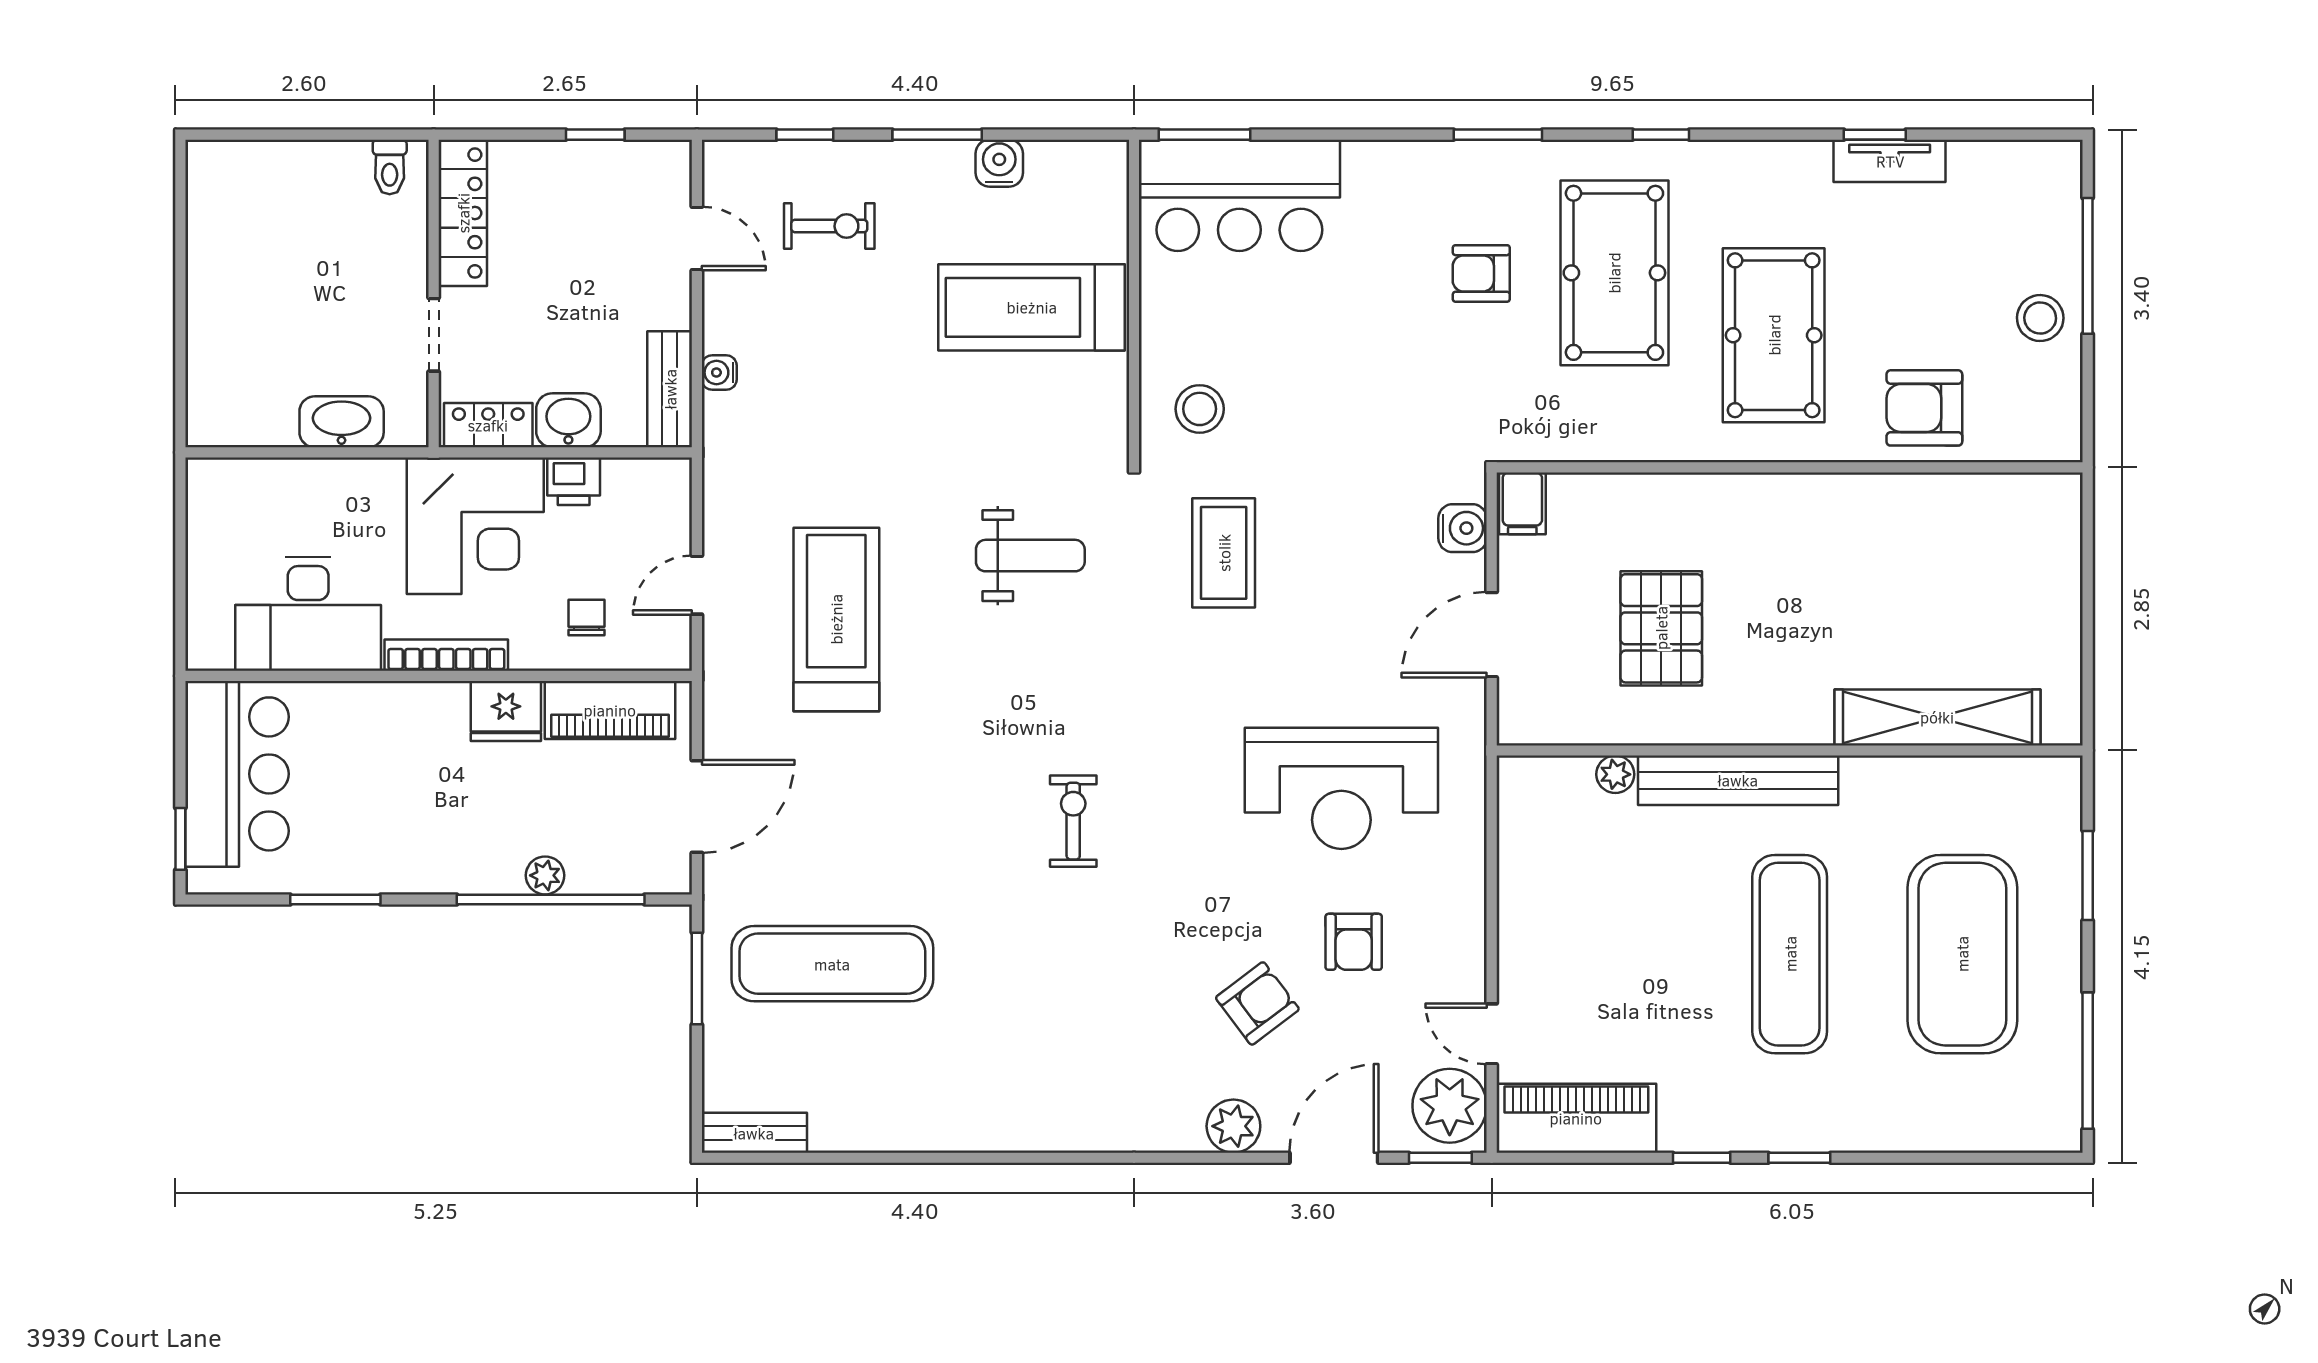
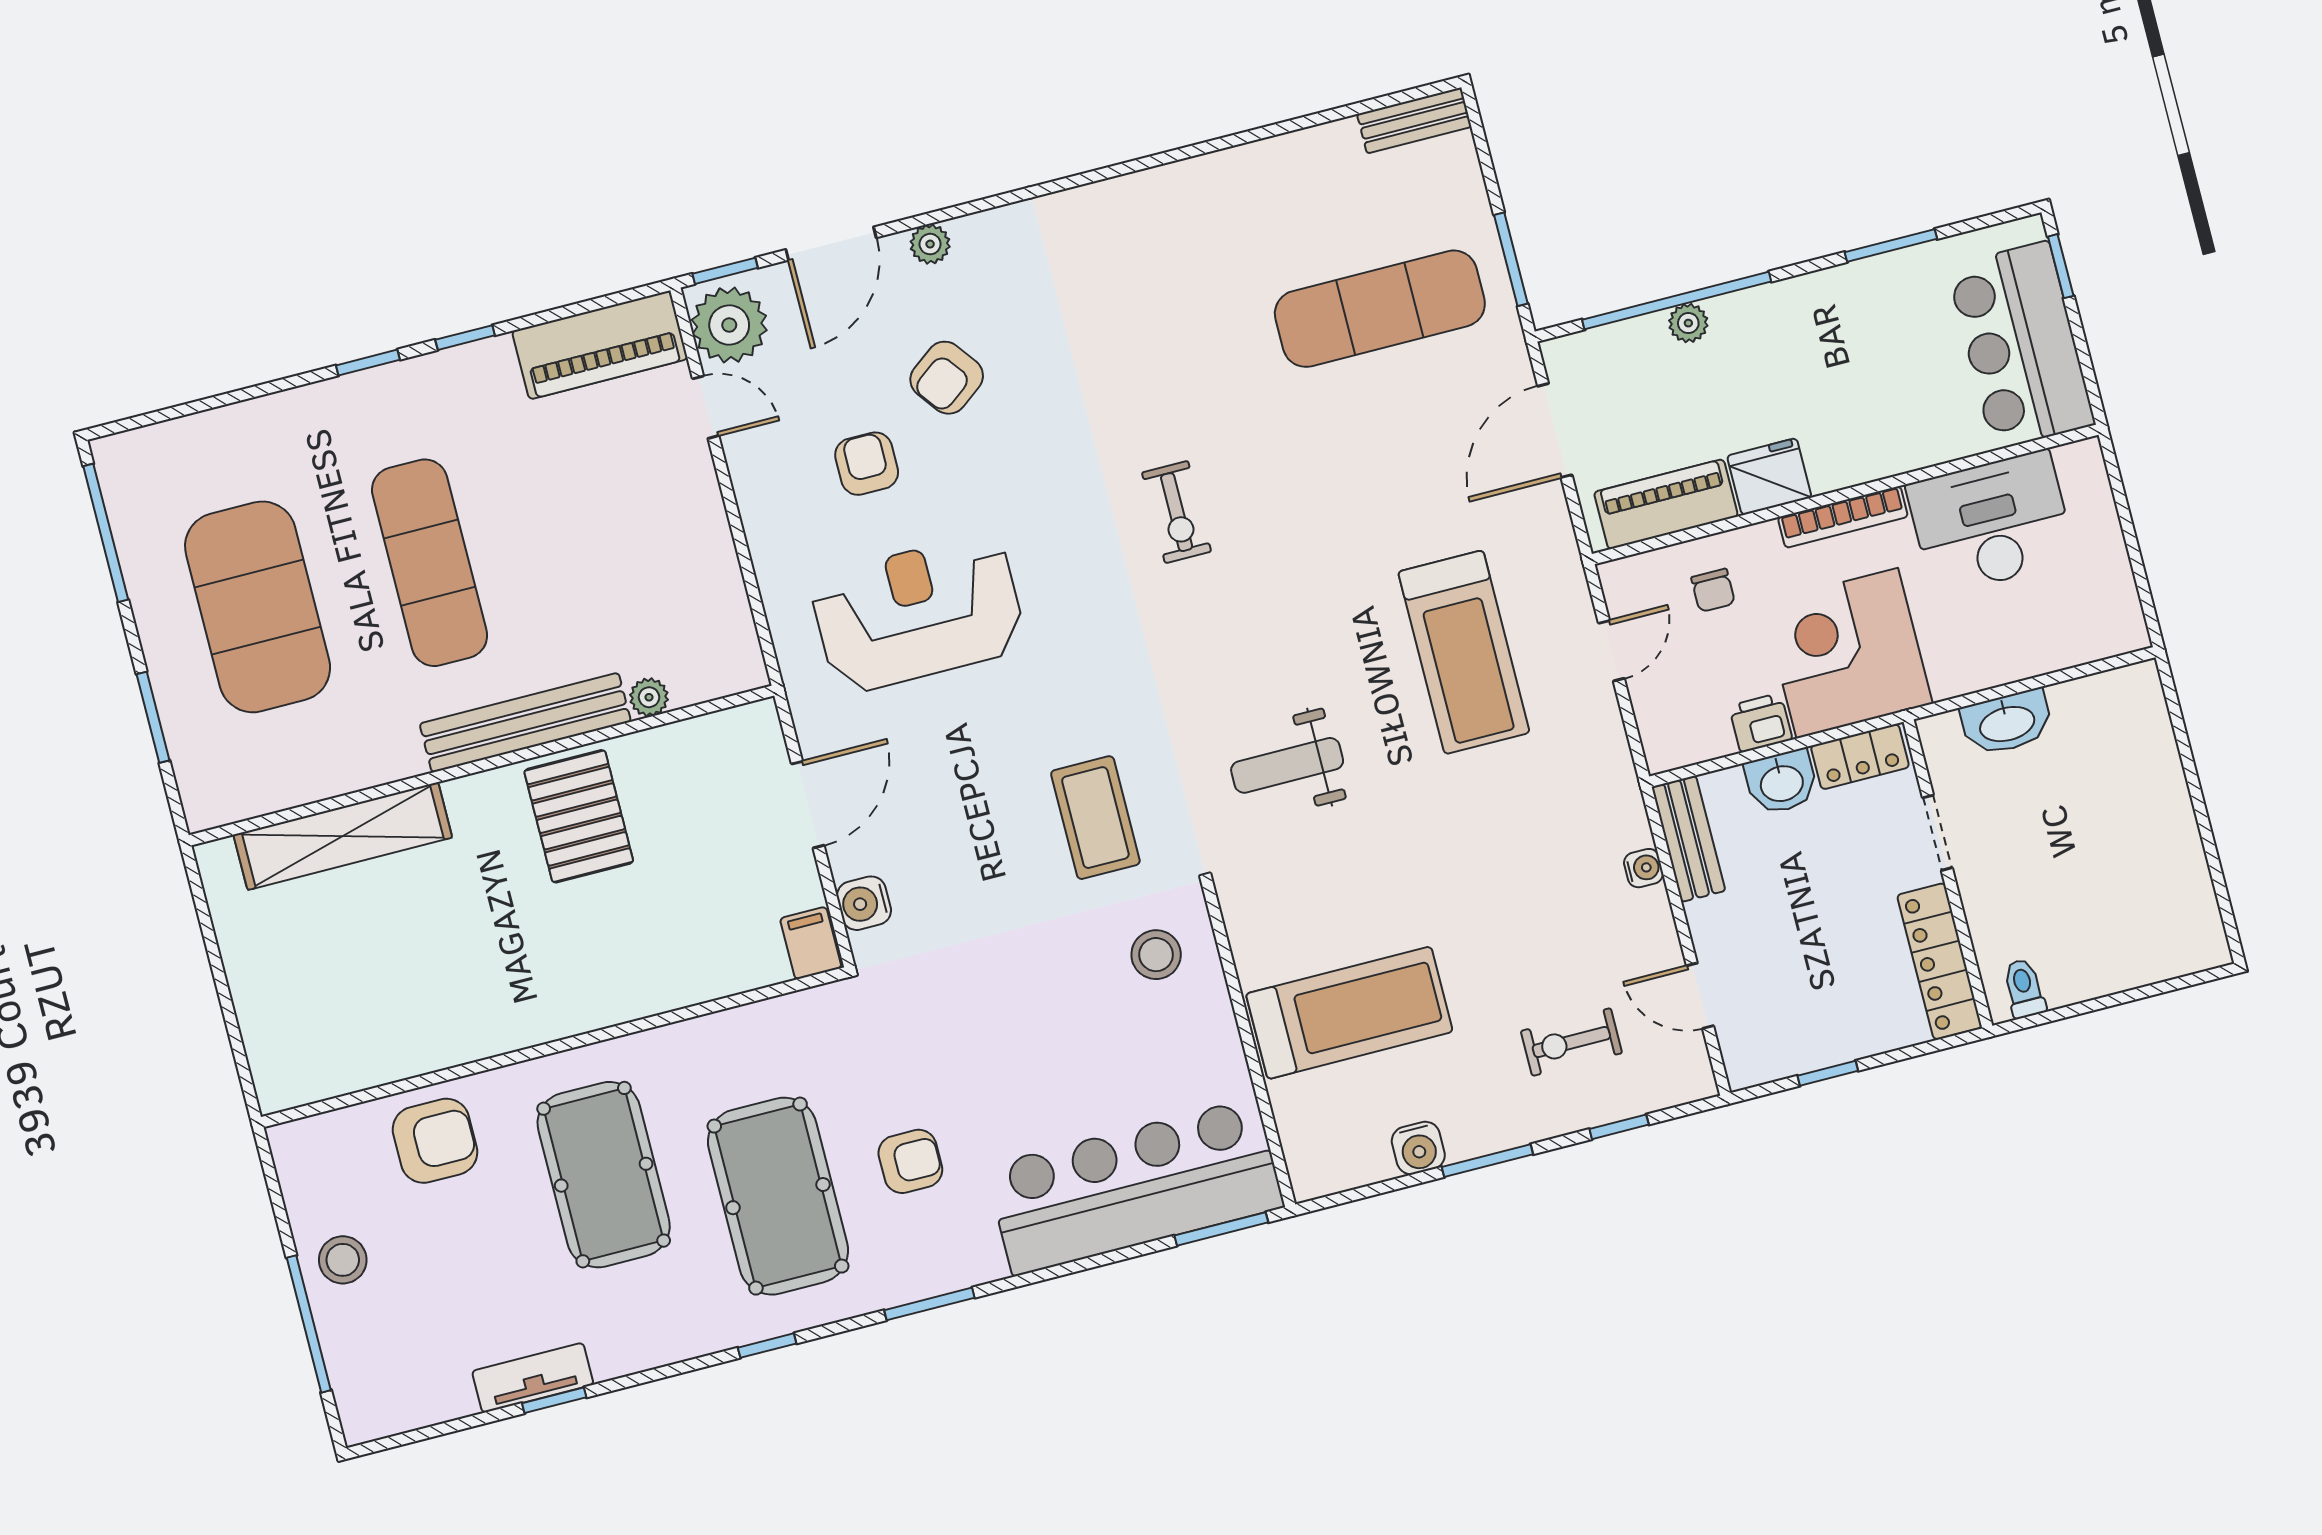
bar counter: (1239, 195) -> (1135, 1187), width x1.36
pallet: (1661, 628) -> (579, 816), moved
plant: (1233, 1126) -> (930, 244), width x0.73, depth x0.73

